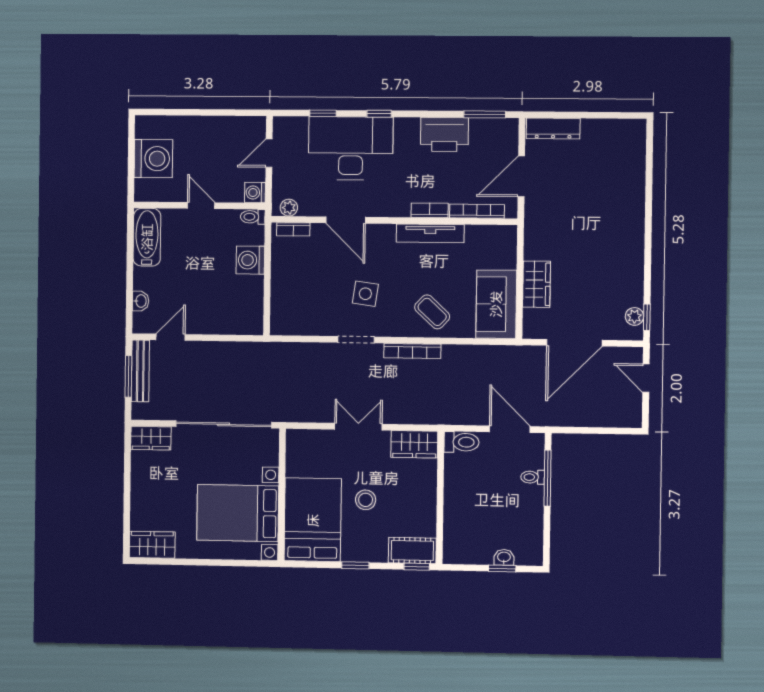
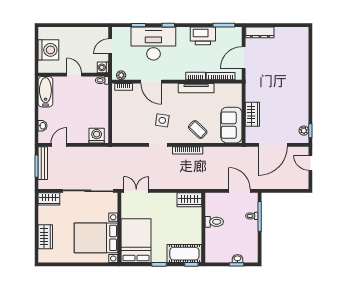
washing machine: (250, 260) -> (97, 136), moved, turned 90
double door: (358, 427) -> (136, 191), moved
toilet: (461, 442) -> (214, 222), moved
stool: (366, 500) -> (164, 230), removed
wardrobe: (152, 545) -> (45, 237), moved, turned 90
cot: (412, 550) -> (184, 254), width x1.37, depth x1.34

